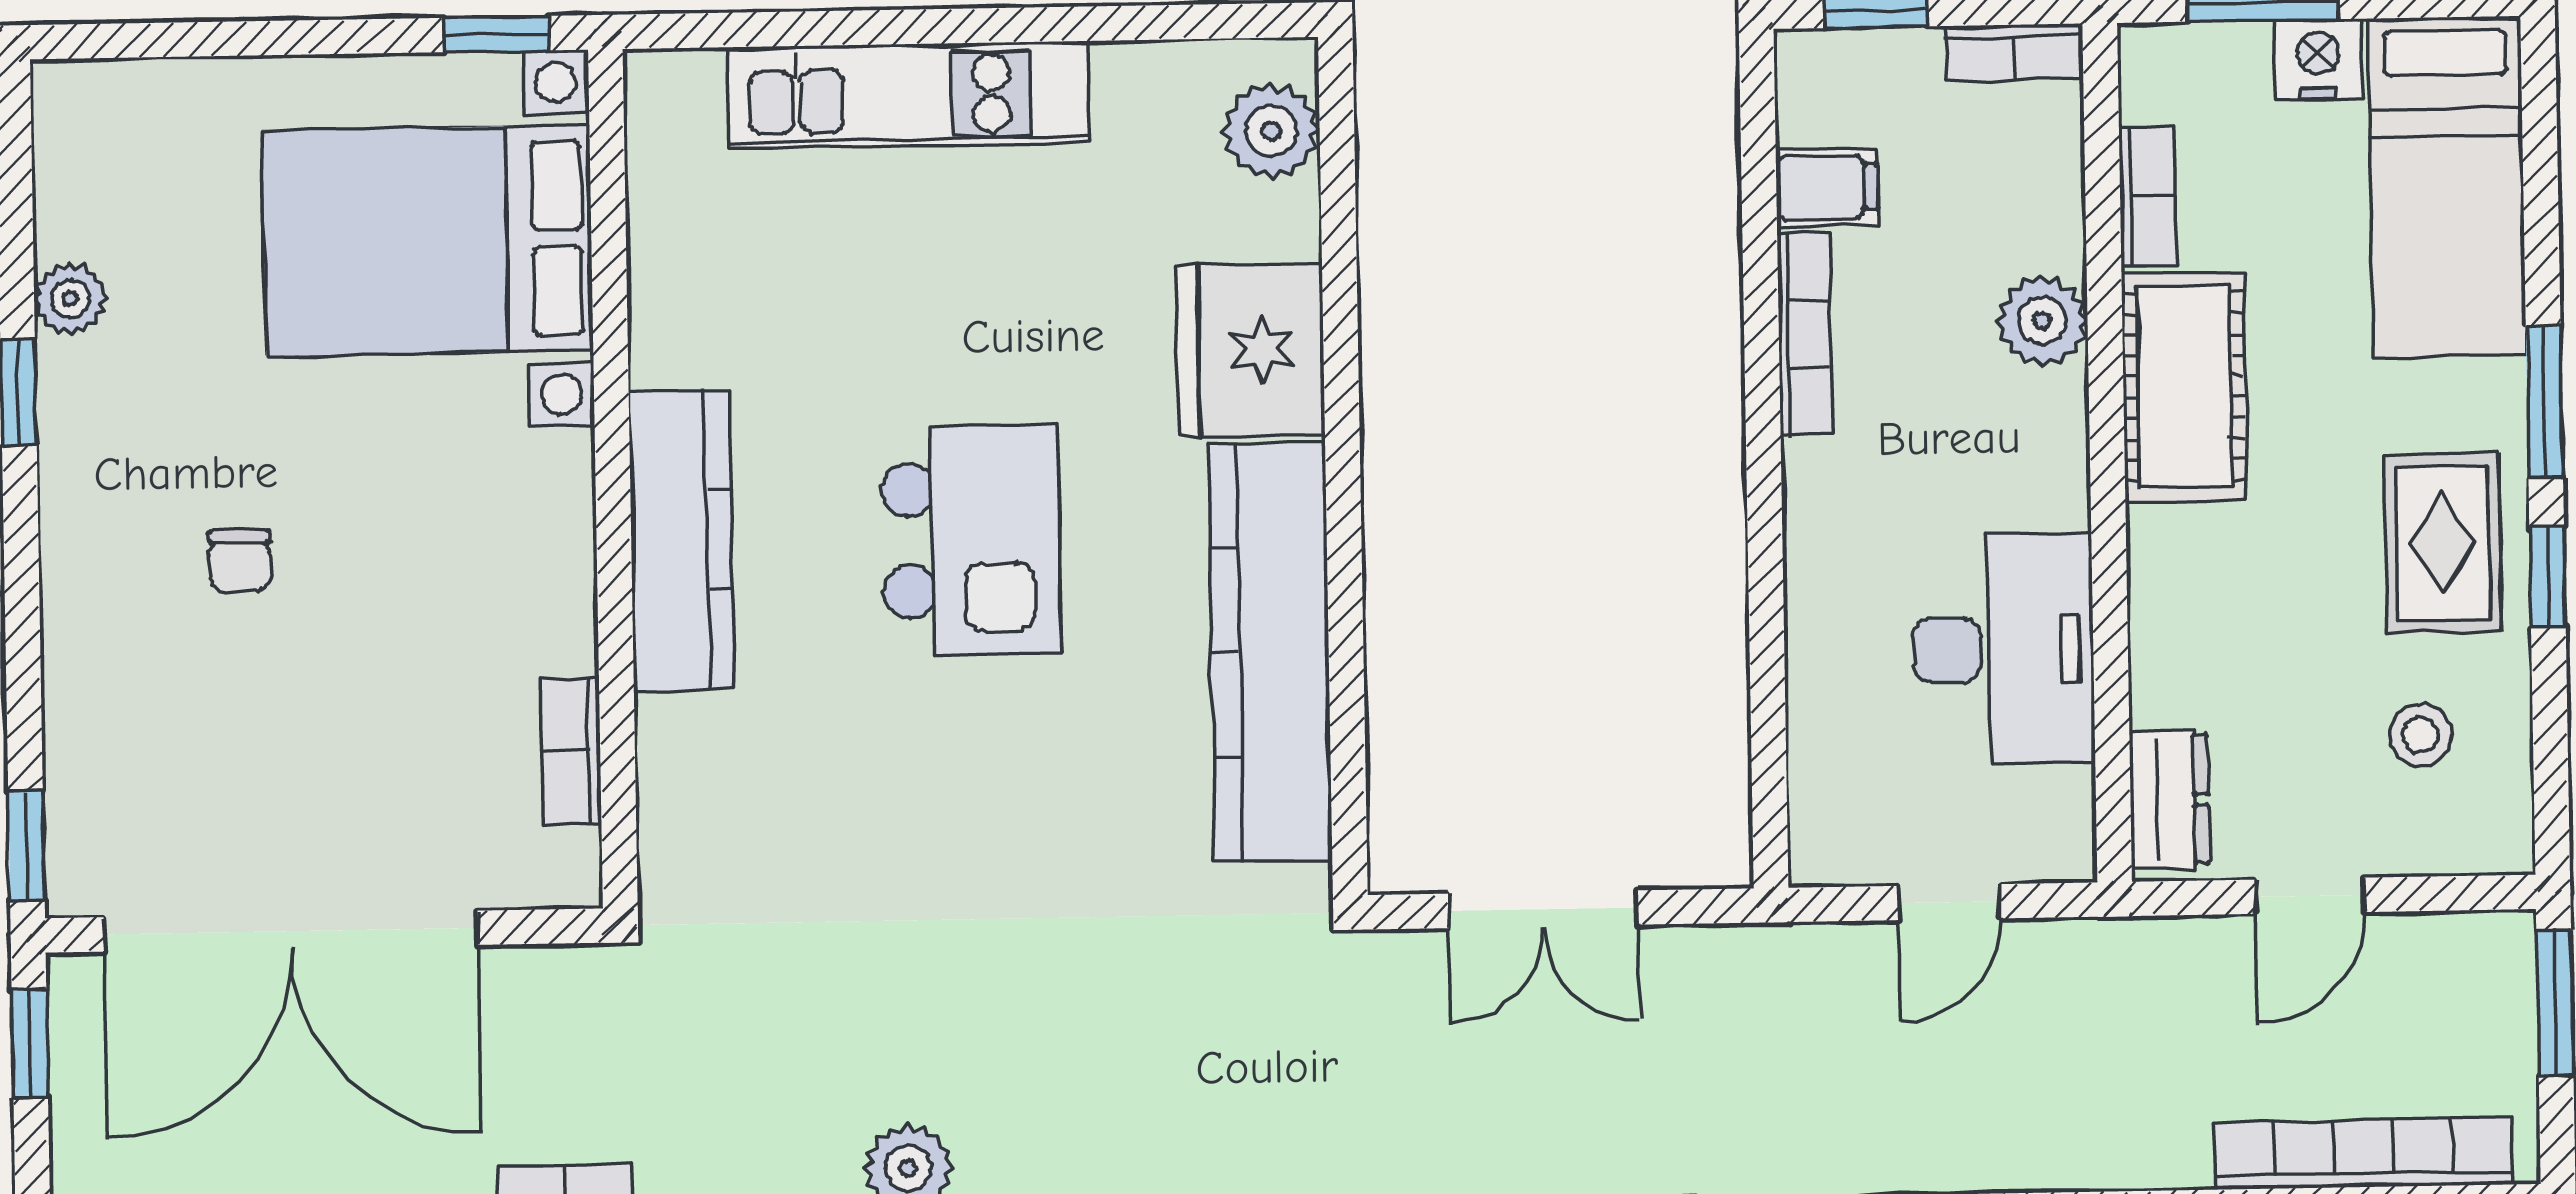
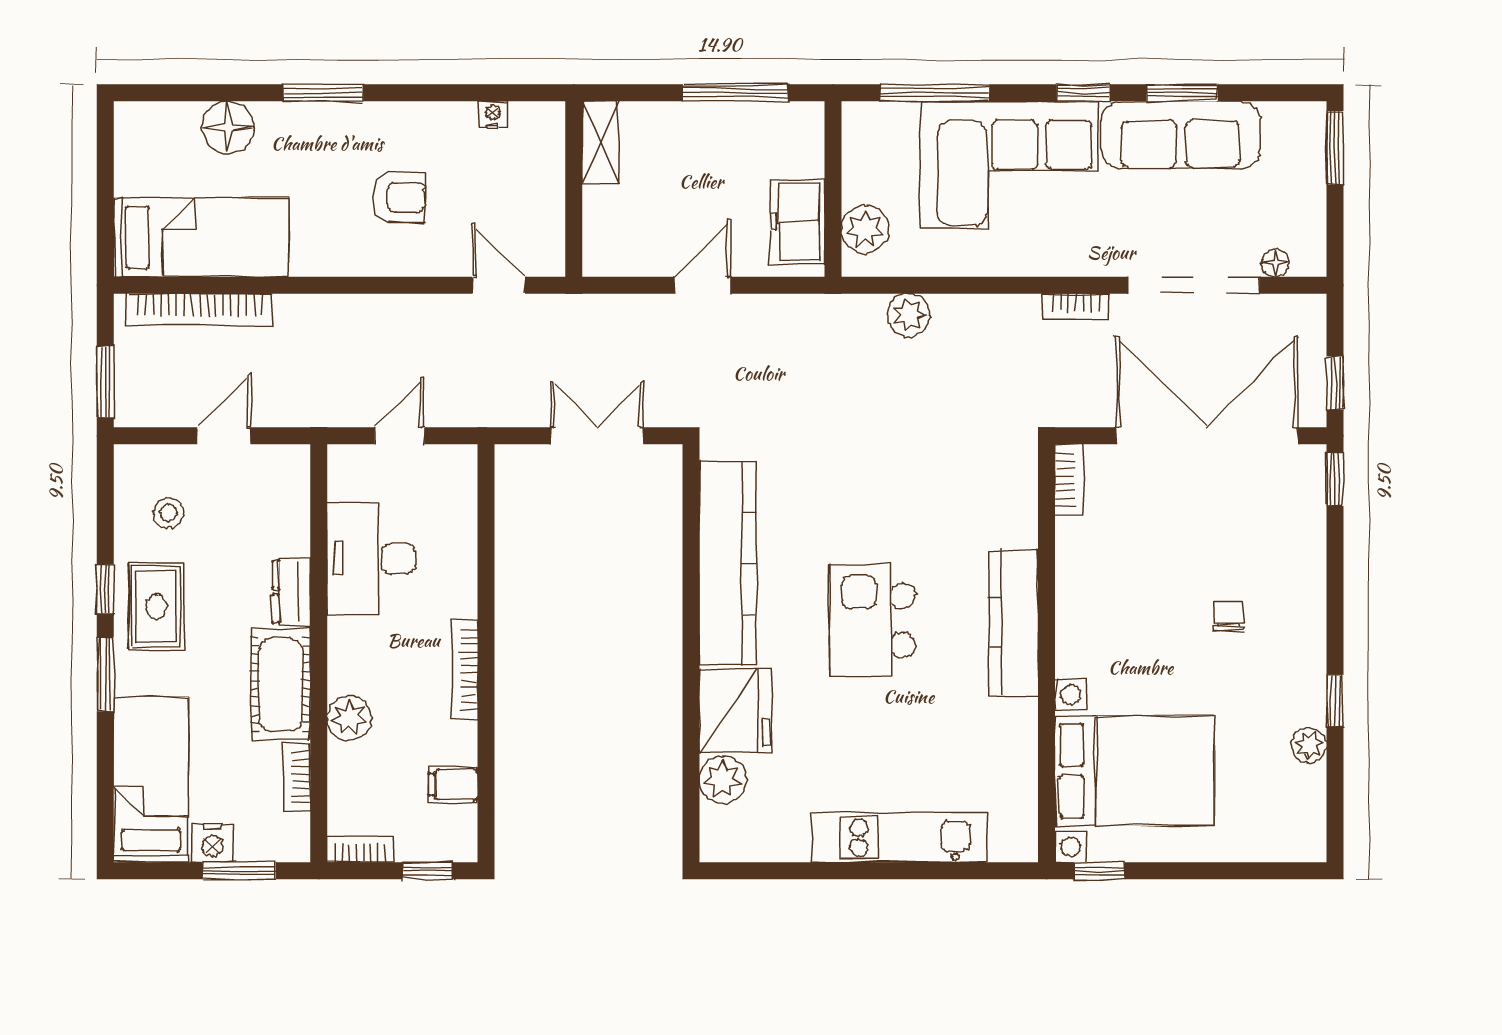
plant: (1271, 131) -> (723, 780), moved
bookcase: (1805, 334) -> (465, 670), moved
bookcase: (571, 751) -> (1069, 480), moved
dresser: (2169, 800) -> (291, 592), moved

